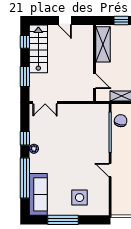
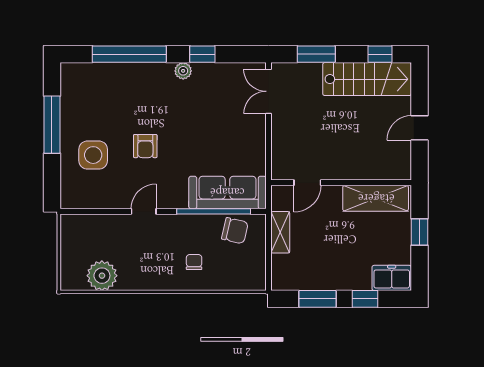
armchair: (75, 169) -> (145, 146), added
sofa: (38, 194) -> (227, 192), moved, turned 180

